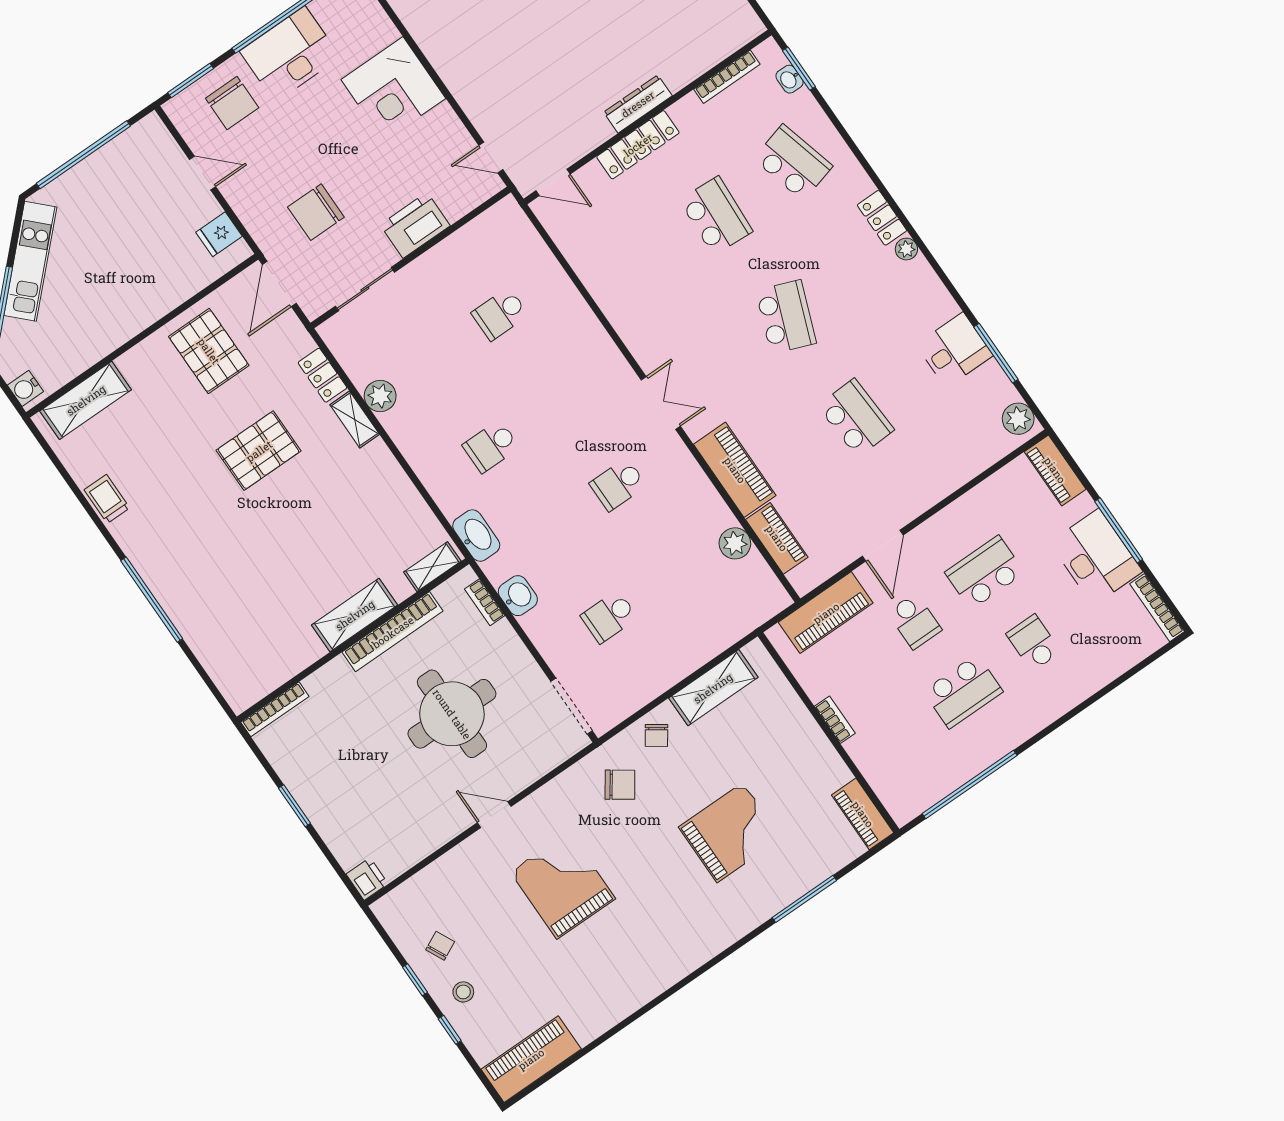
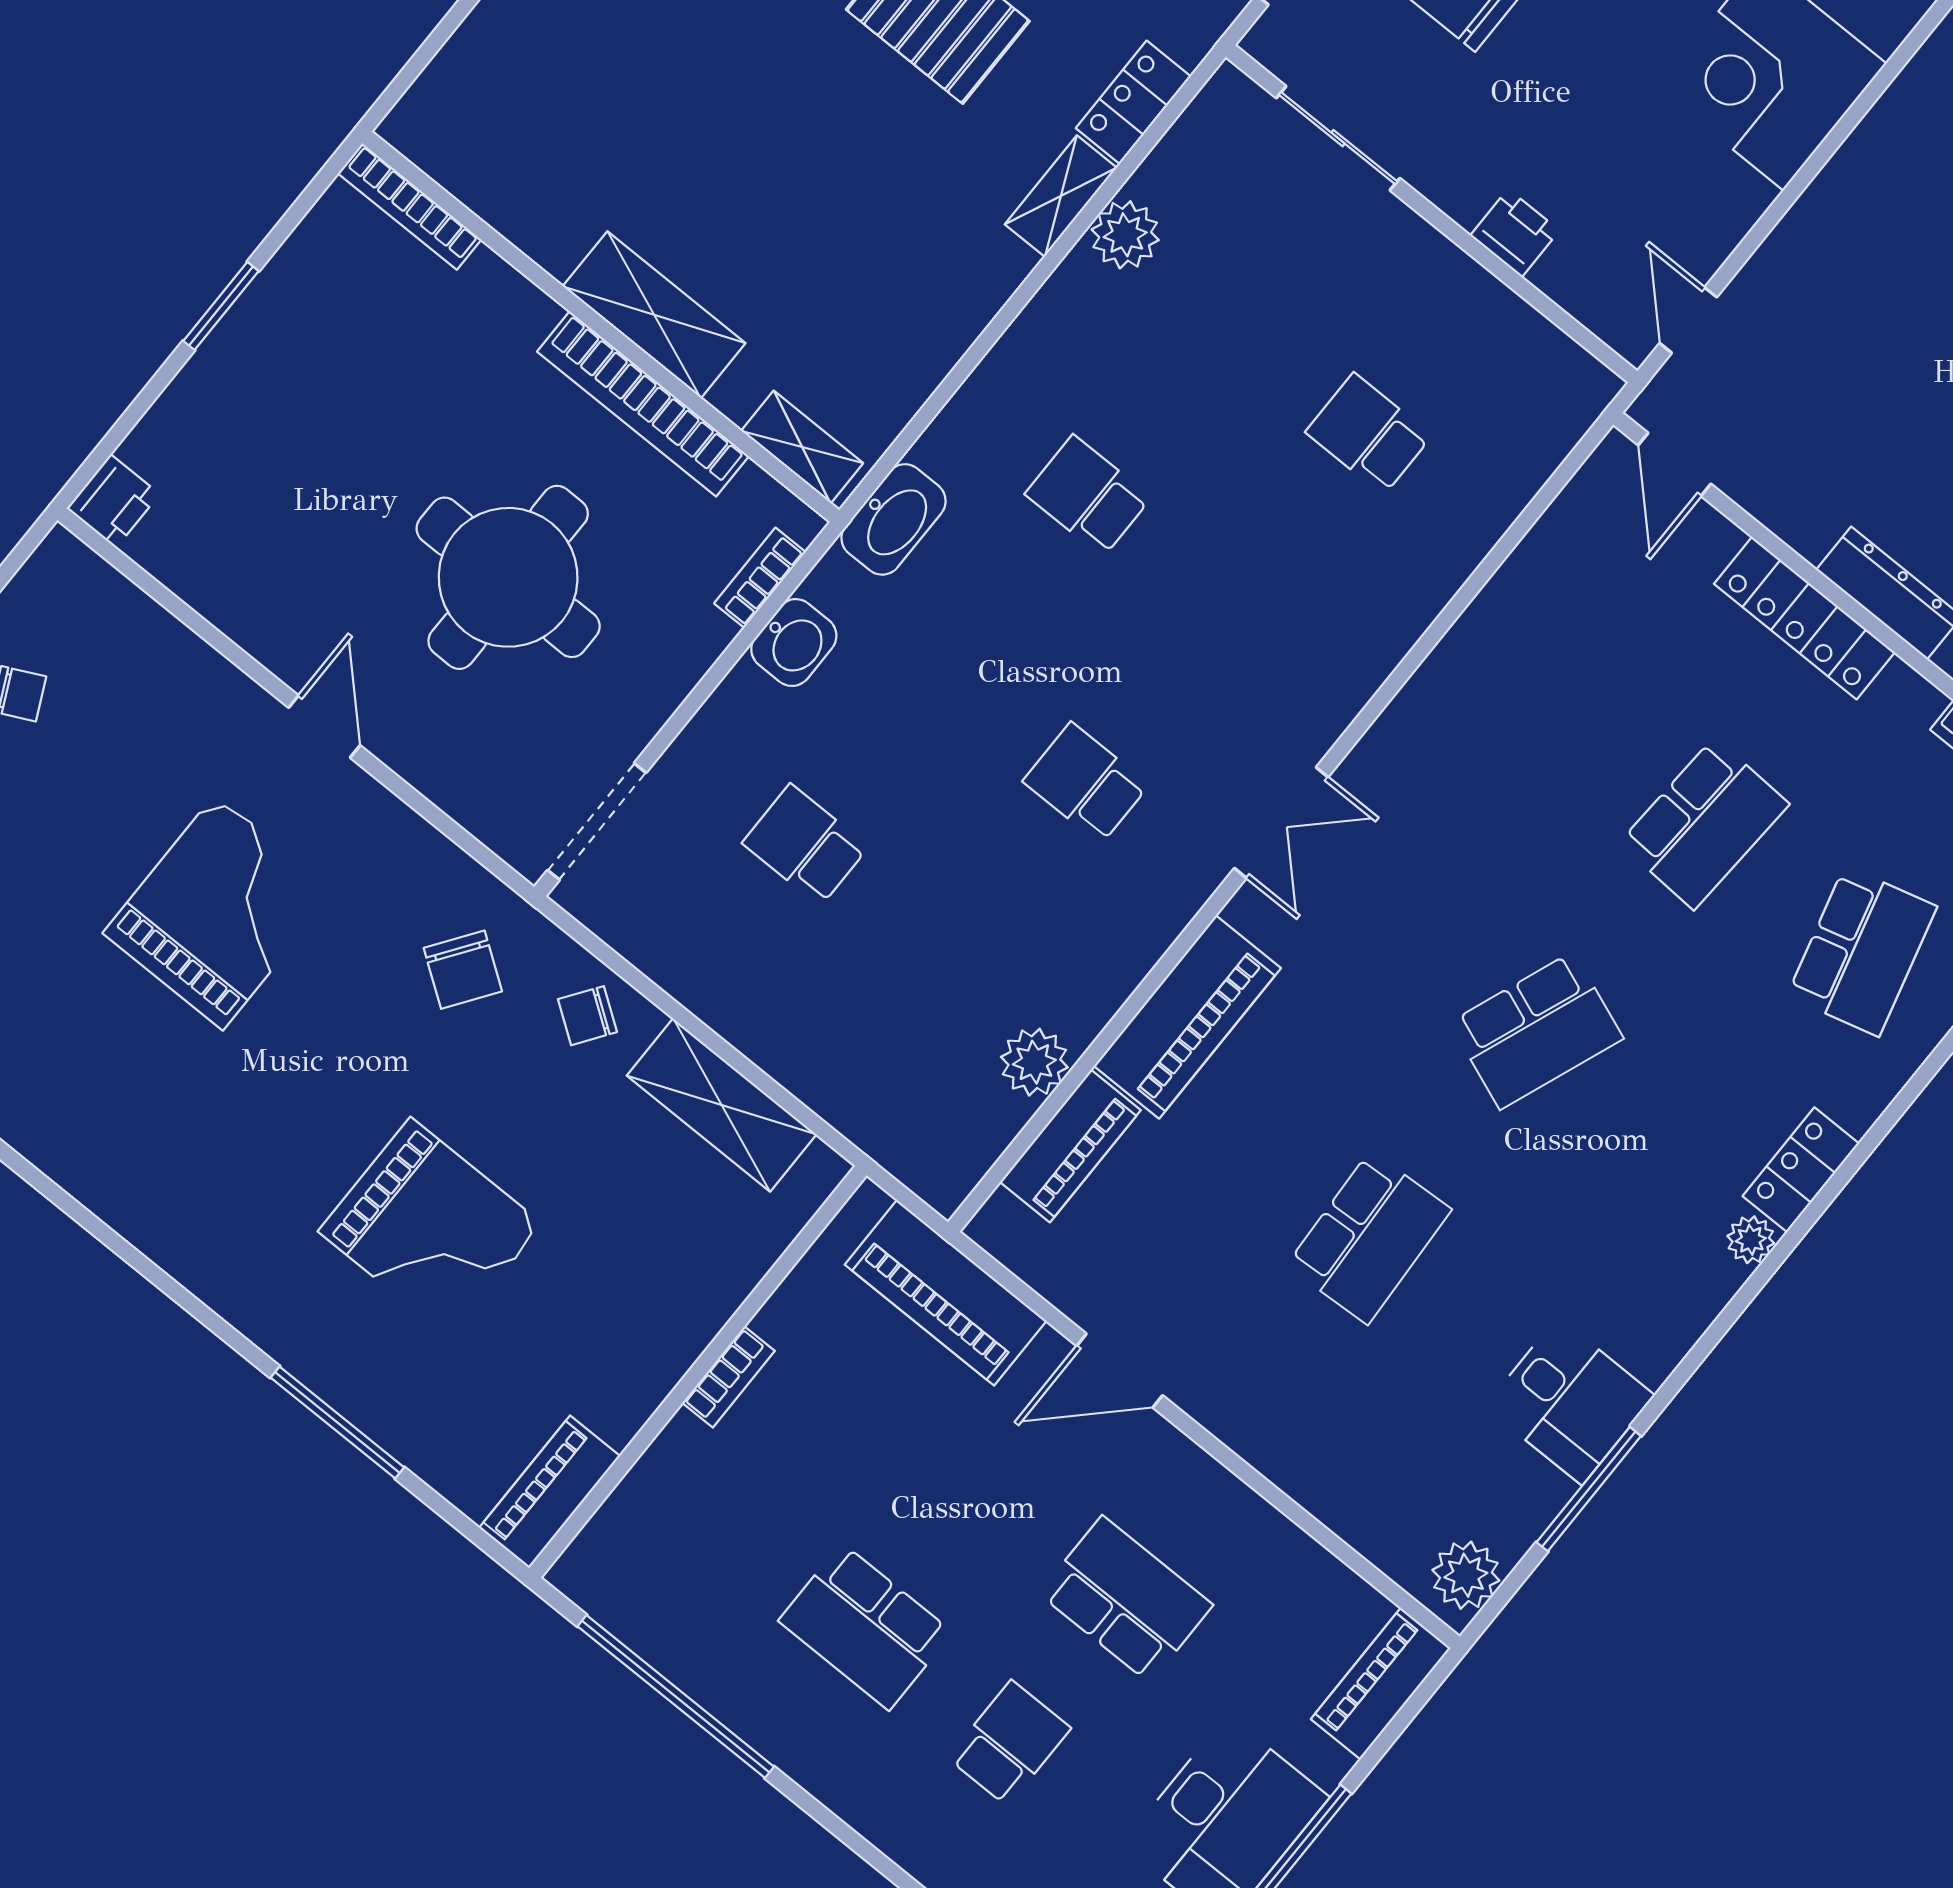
printer: (415, 225) -> (1515, 233), width x0.53, depth x0.68
school desk: (914, 621) -> (982, 1483), removed

